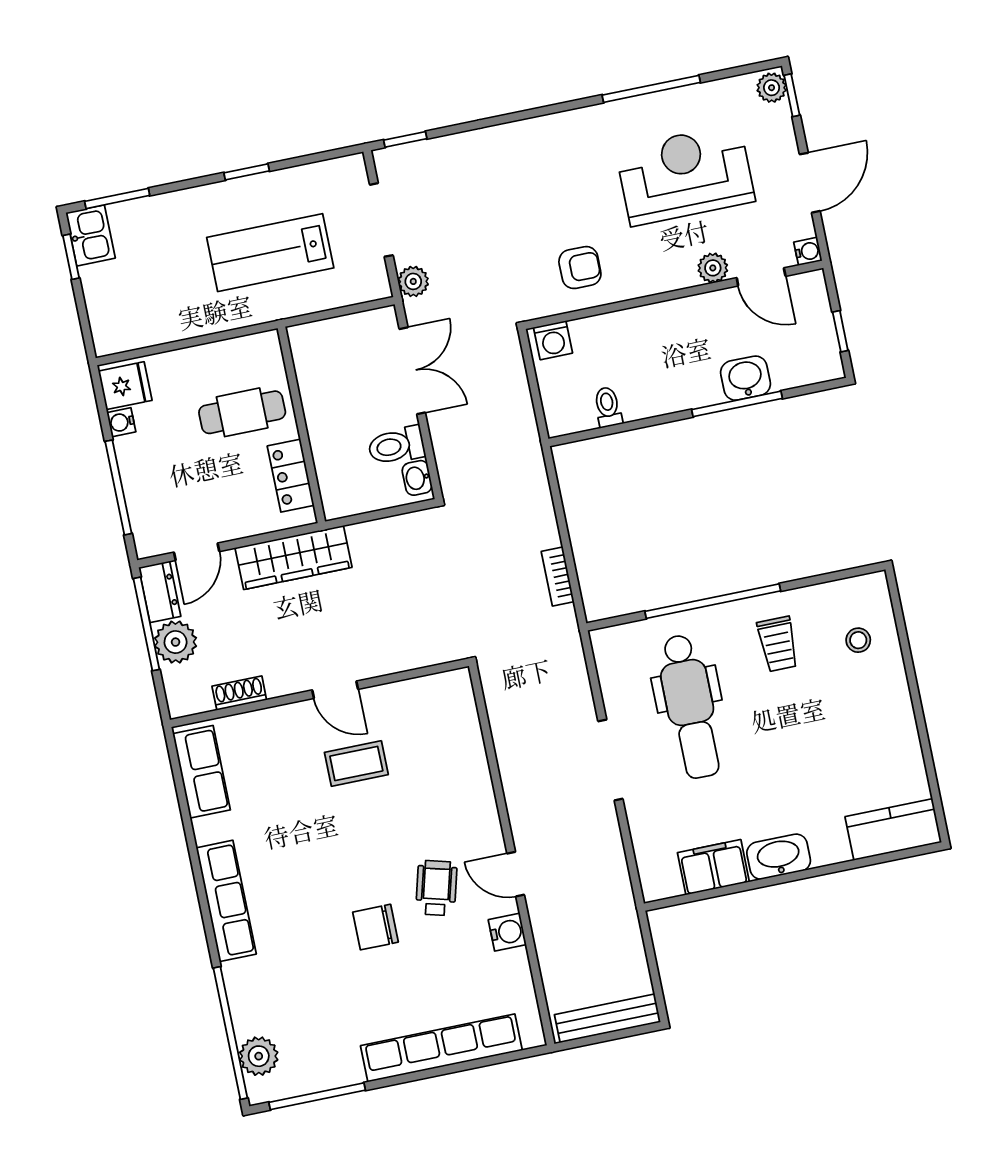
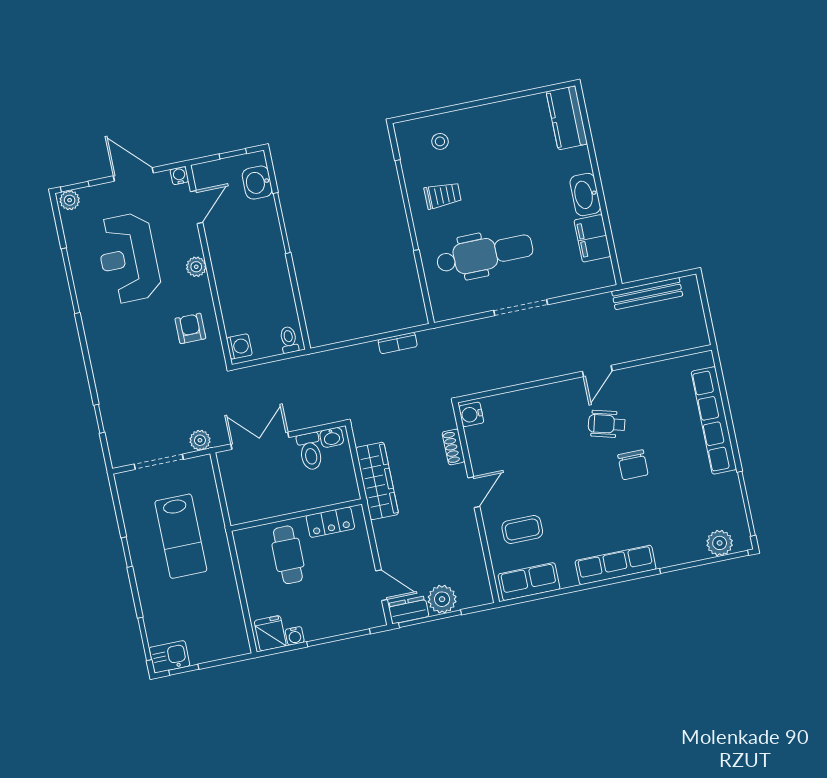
window: (405, 139) -> (99, 419), moved
plant: (713, 268) -> (196, 267), moved
washbasin: (746, 378) -> (257, 183), moved
toilet: (608, 407) -> (289, 340), moved, turned 90
wardrobe: (294, 557) -> (377, 481), moved
window: (713, 601) -> (407, 205), moved
shoe rack: (239, 693) -> (453, 447), moved
coffee table: (356, 764) -> (522, 529), moved, turned 90
water cooler: (507, 932) -> (471, 414), moved, turned -90
bench: (607, 1018) -> (647, 294), moved, turned 90

